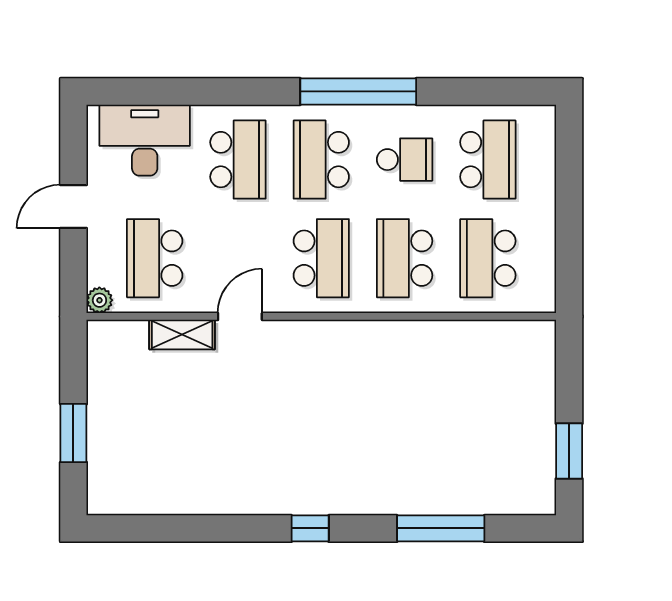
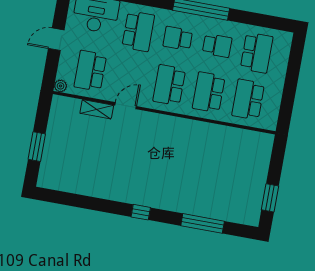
school desk: (321, 160) -> (178, 38), width x0.54
school desk: (321, 258) -> (169, 85), turned 180

